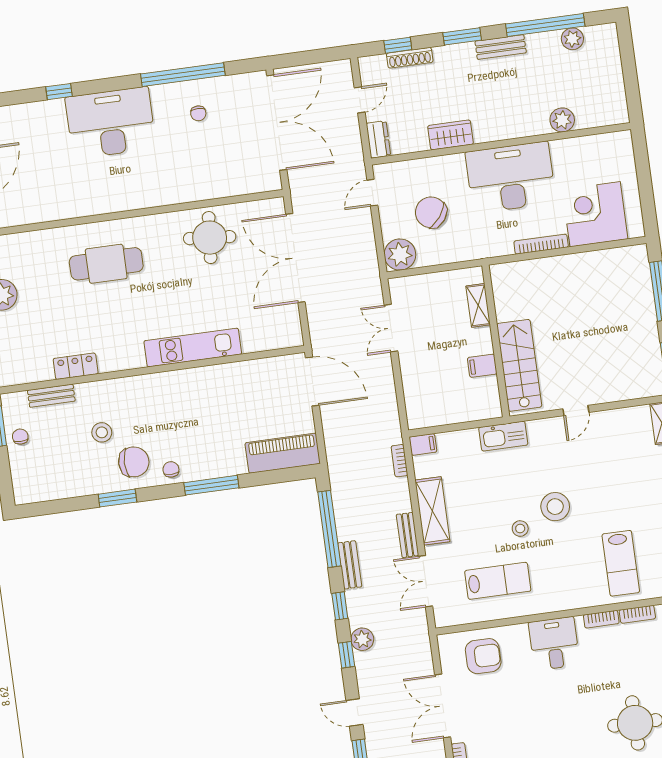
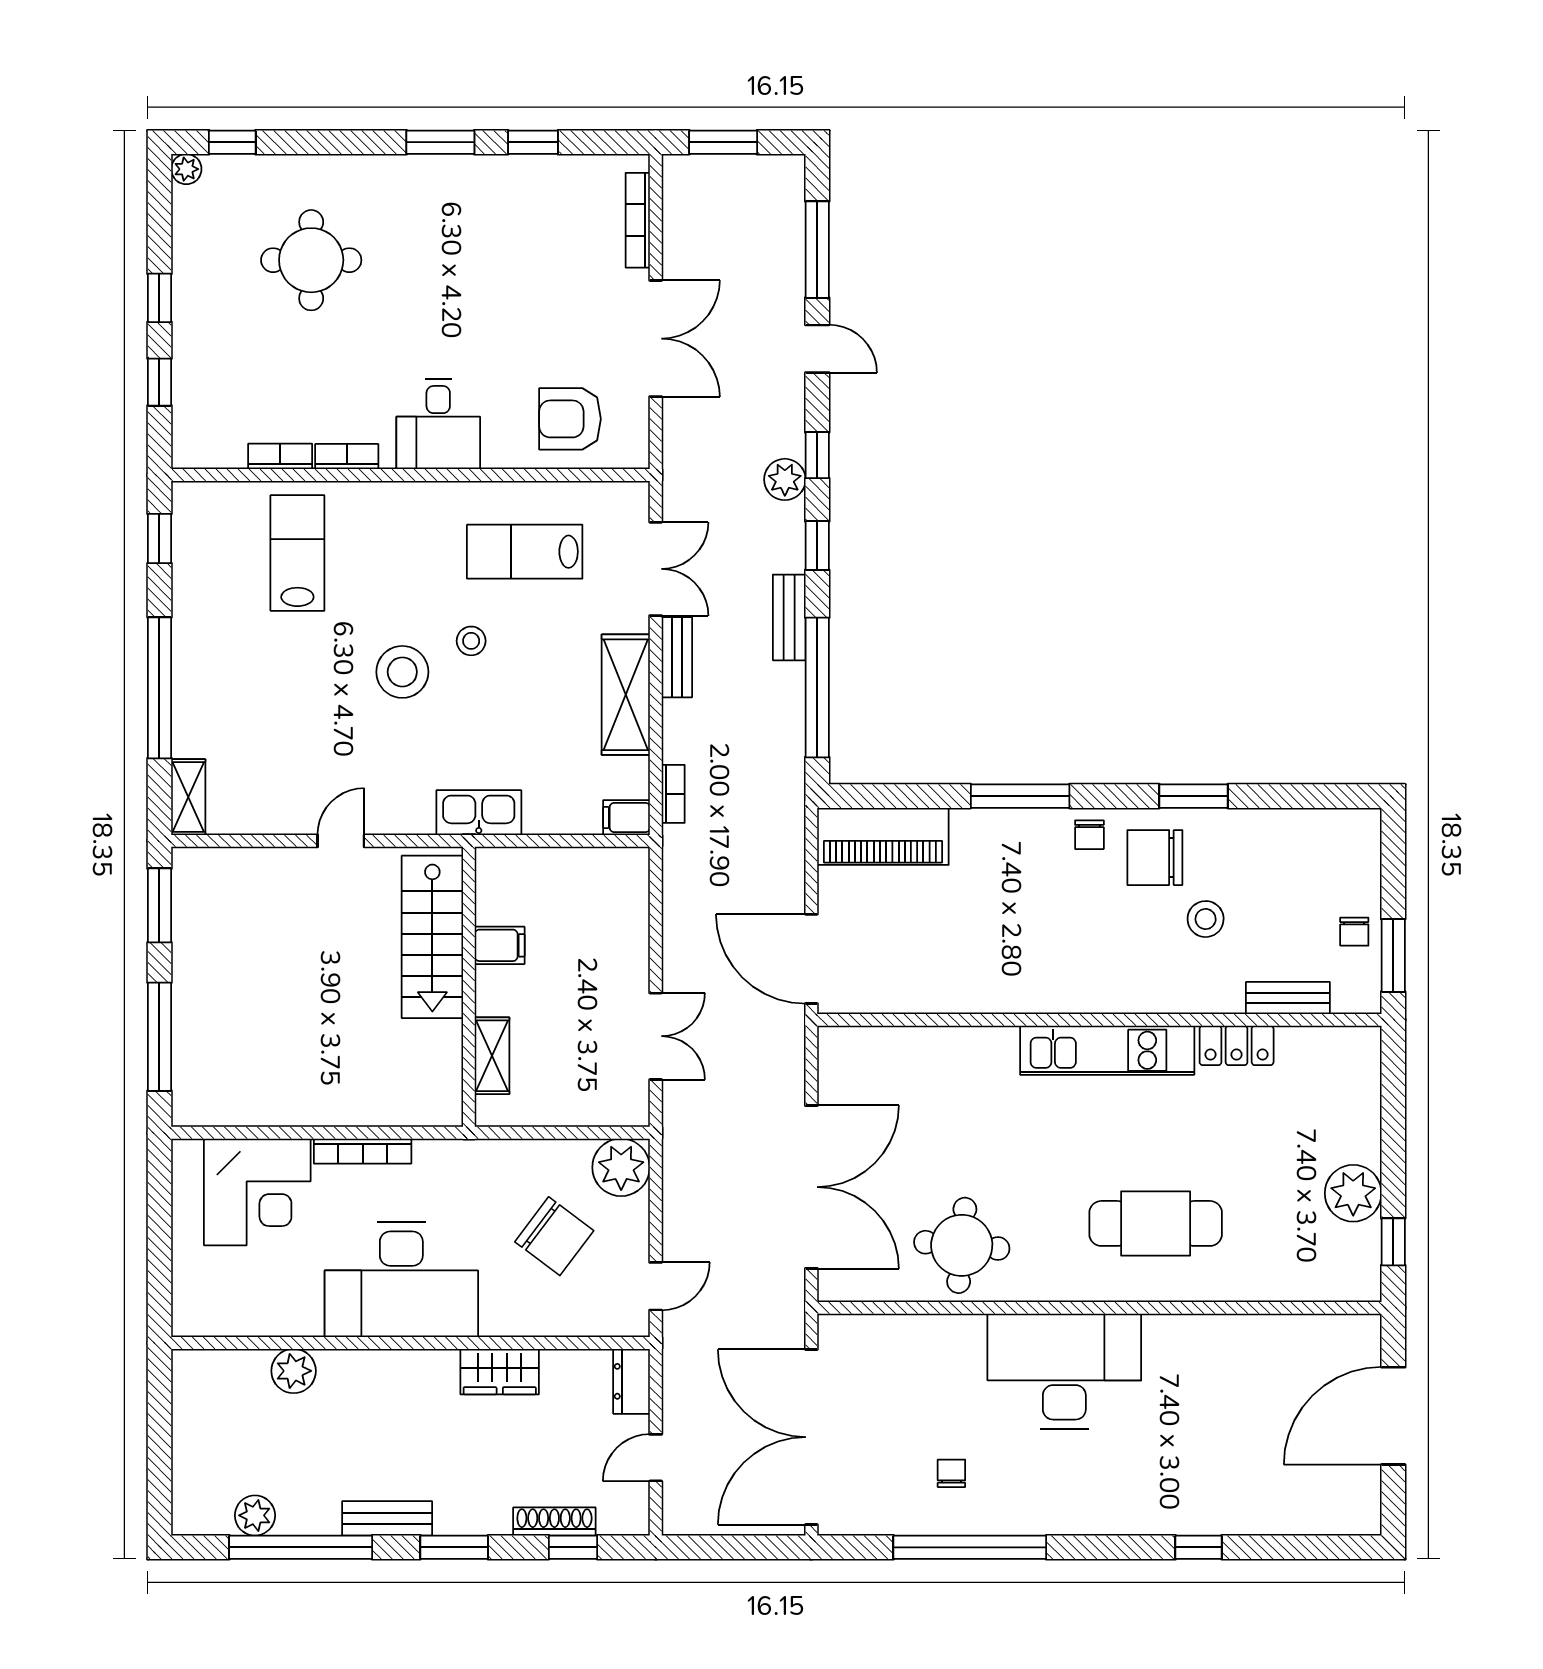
desk: (111, 123) -> (1064, 1371), moved, turned 180
kitchen unit: (193, 348) -> (1107, 1050), moved

